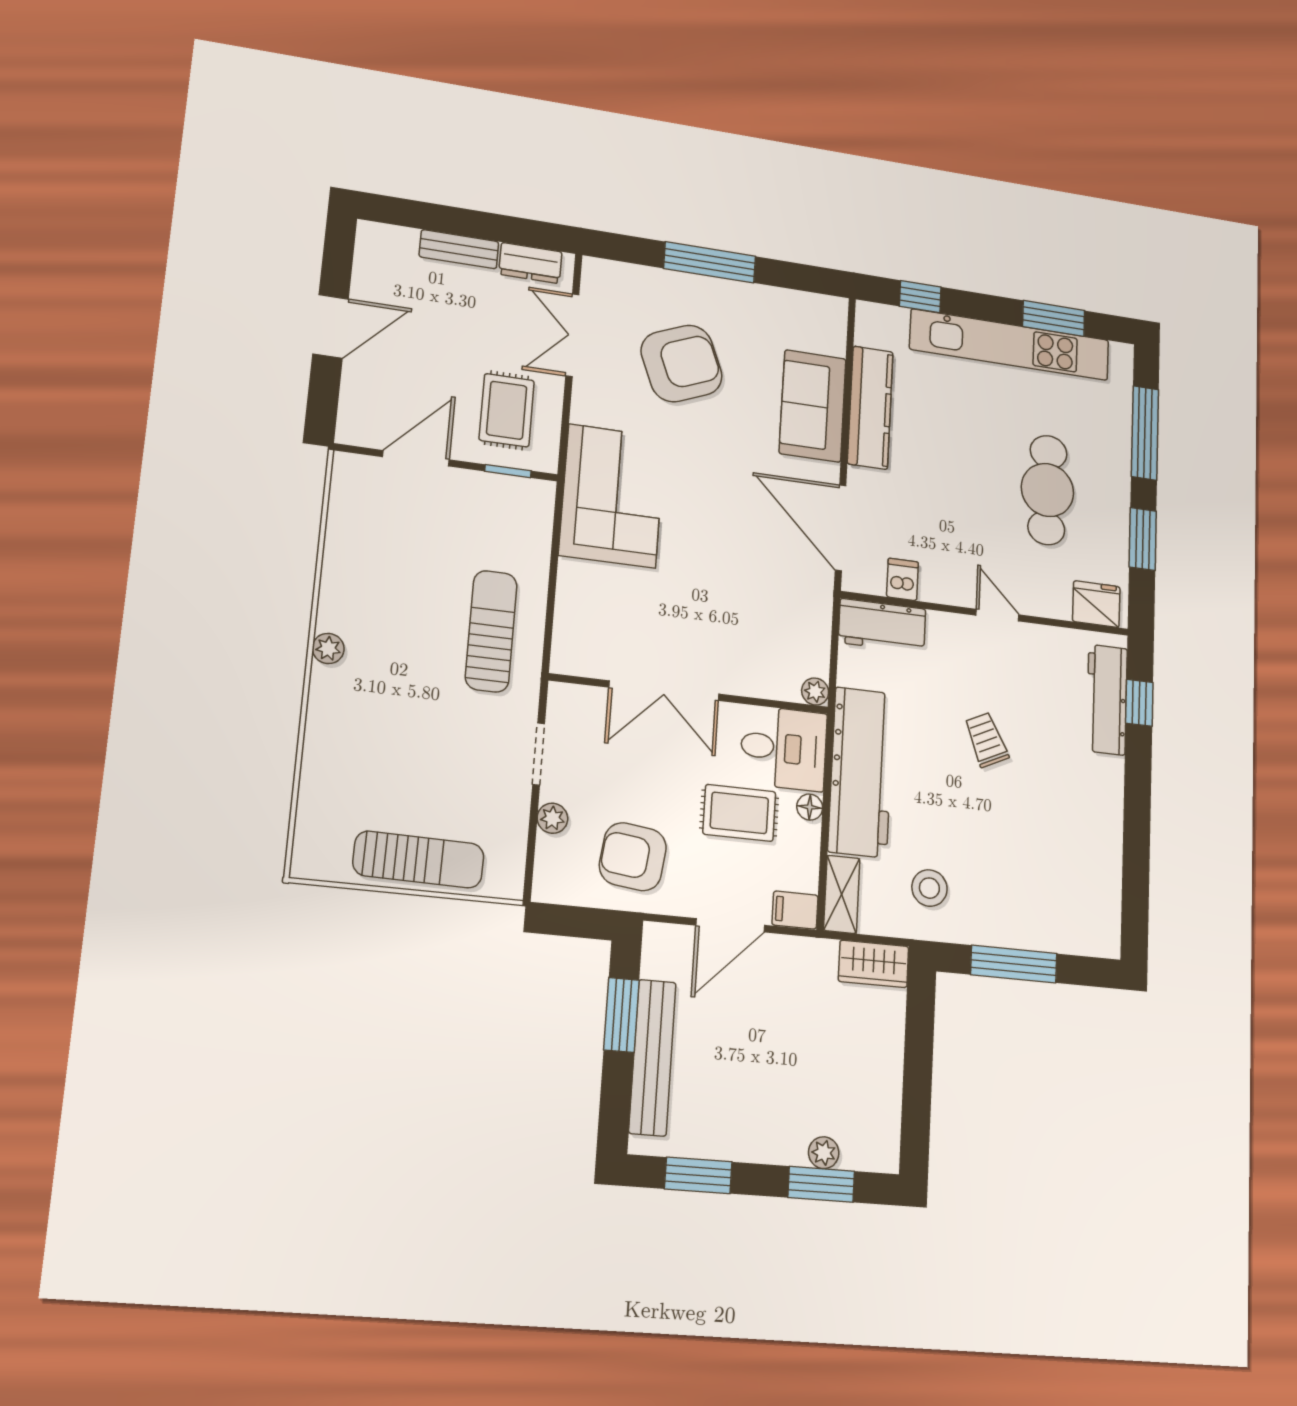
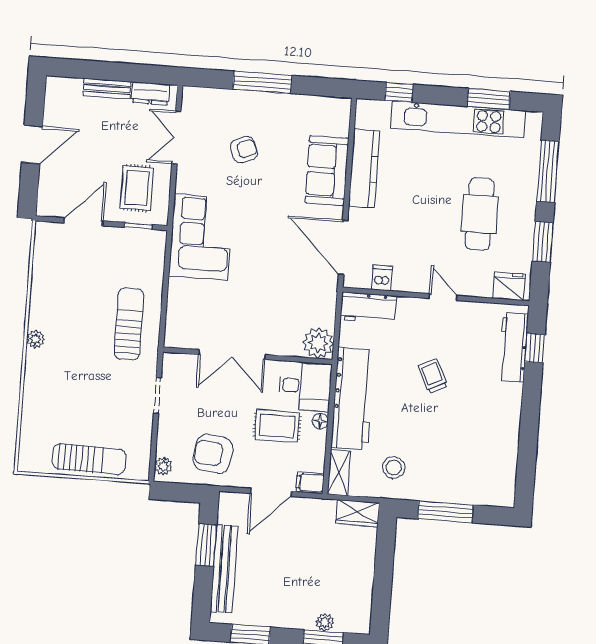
armchair: (682, 363) -> (244, 150), width x0.53, depth x0.53
plant: (815, 692) -> (318, 343), width x1.88, depth x1.88
plant: (552, 818) -> (163, 466), moved

